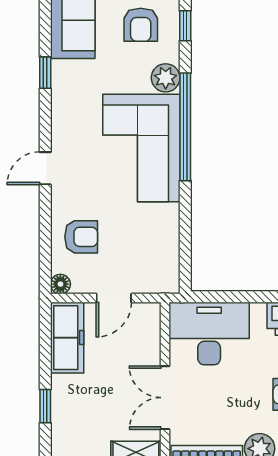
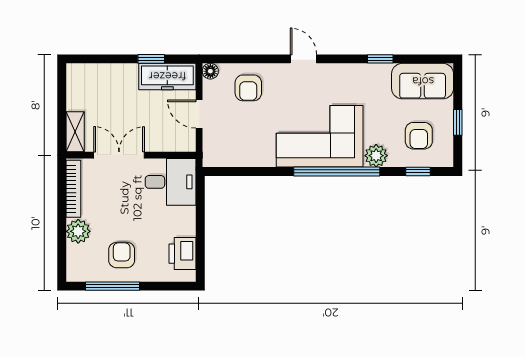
armchair: (141, 25) -> (419, 136), turned -90
desk: (209, 334) -> (171, 182), width x0.73
window: (45, 406) -> (151, 59), moved

